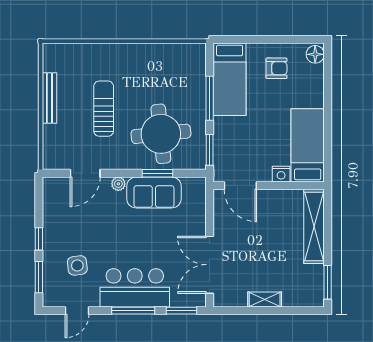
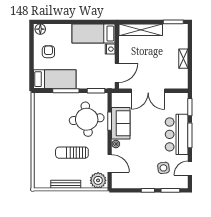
plant: (56, 153) -> (98, 180), added
double door: (210, 265) -> (148, 91), moved
door: (77, 311) -> (190, 168), swing flipped

